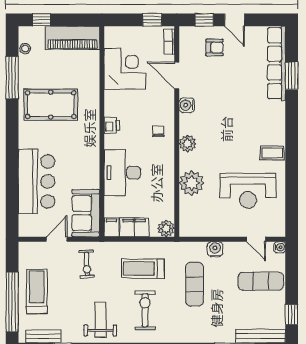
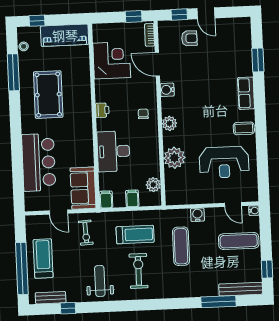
row of seats: (277, 63) -> (246, 93), moved, width x0.50
pool table: (51, 105) -> (48, 95), turned 90
filing cabinet: (134, 227) -> (132, 198), width x0.50
plant: (166, 228) -> (153, 185), moved
door: (57, 239) -> (58, 212), swing flipped
treadmill: (143, 269) -> (135, 235), turned 180

